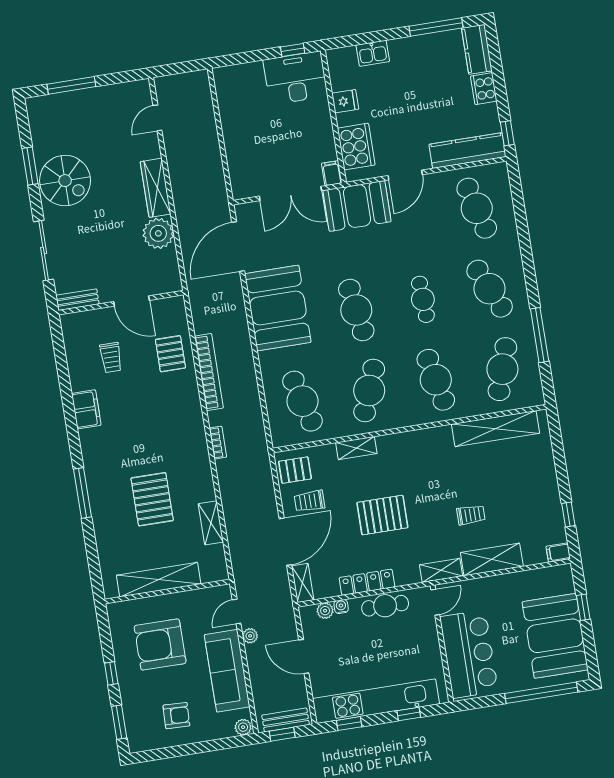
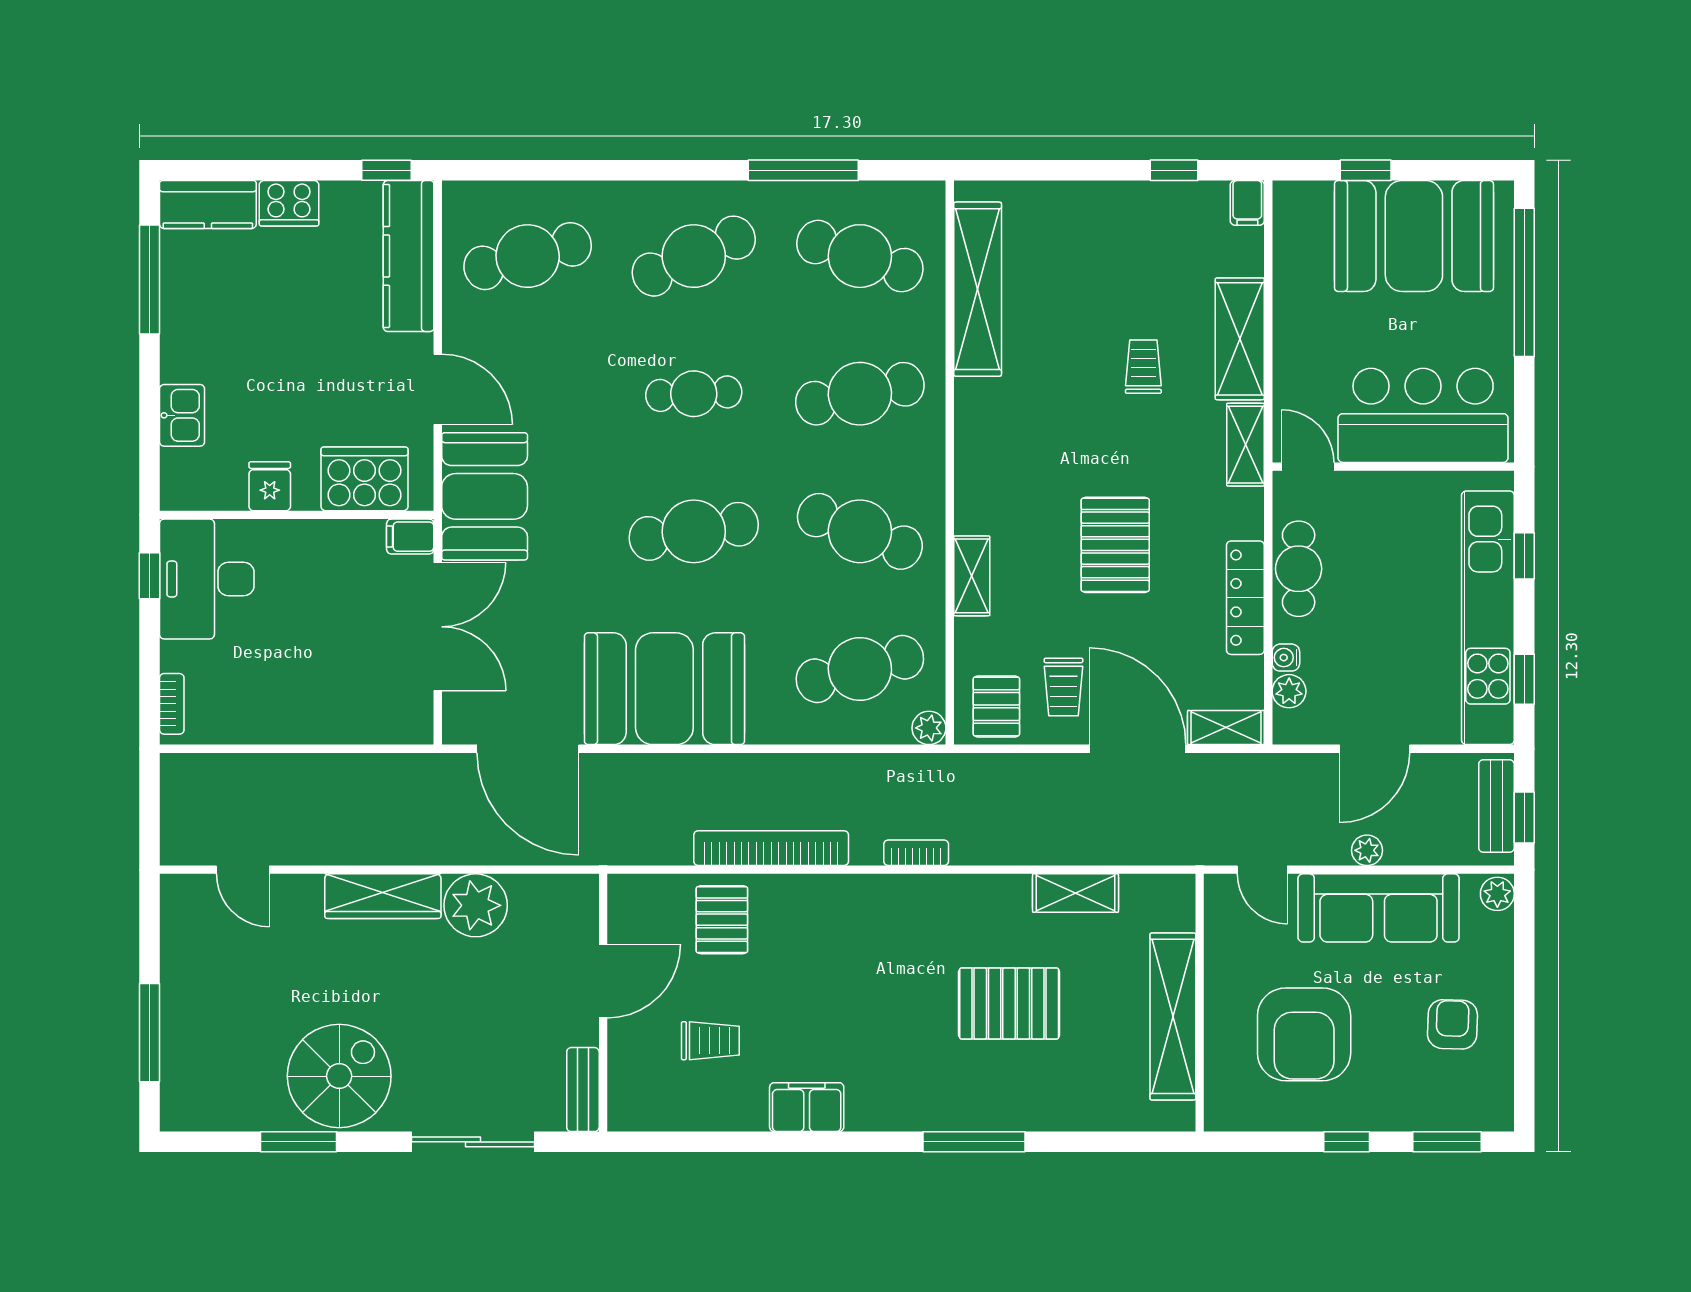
bookcase: (232, 71) -> (172, 704), added
pallet: (170, 354) -> (722, 920), turned 90
plant: (279, 439) -> (929, 728), added
plant: (250, 636) -> (1367, 850), moved

